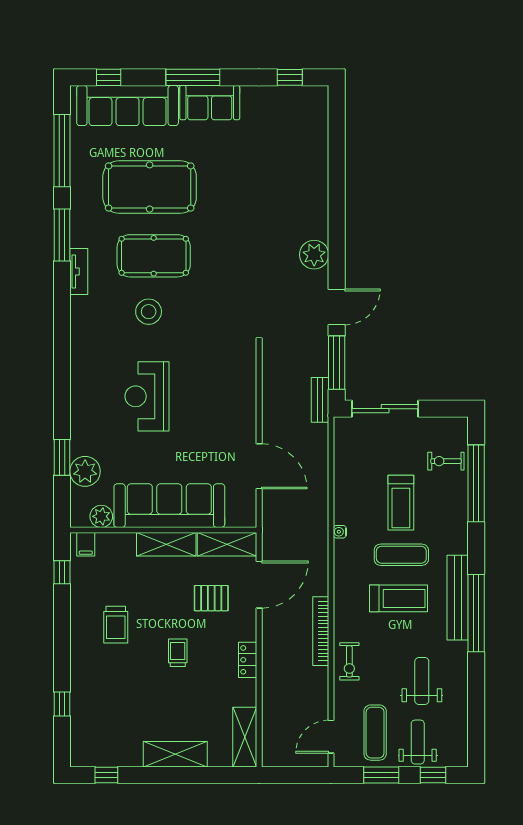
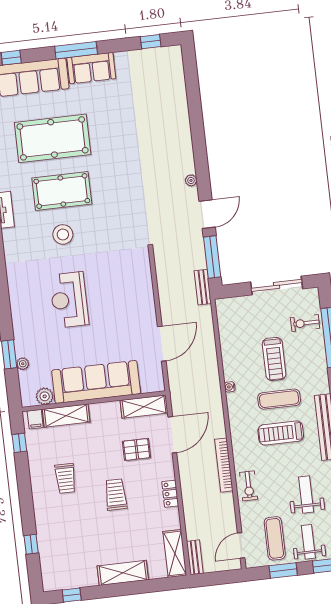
plant: (314, 255) -> (191, 180), width x0.53, depth x0.53
sliding door: (385, 409) -> (277, 285), moved
door: (259, 466) -> (162, 344), hinge flipped
plant: (85, 471) -> (23, 364), width x0.53, depth x0.53
shelving: (166, 544) -> (66, 416), moved
treadmill: (398, 598) -> (281, 433), turned 180
trolley: (178, 653) -> (116, 495), width x1.36, depth x1.39
bench: (270, 745) -> (195, 557), added

